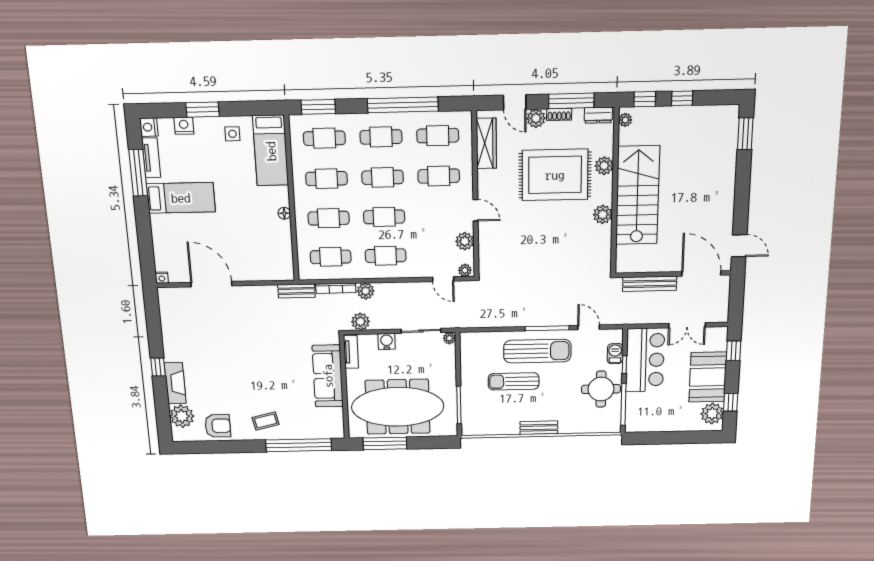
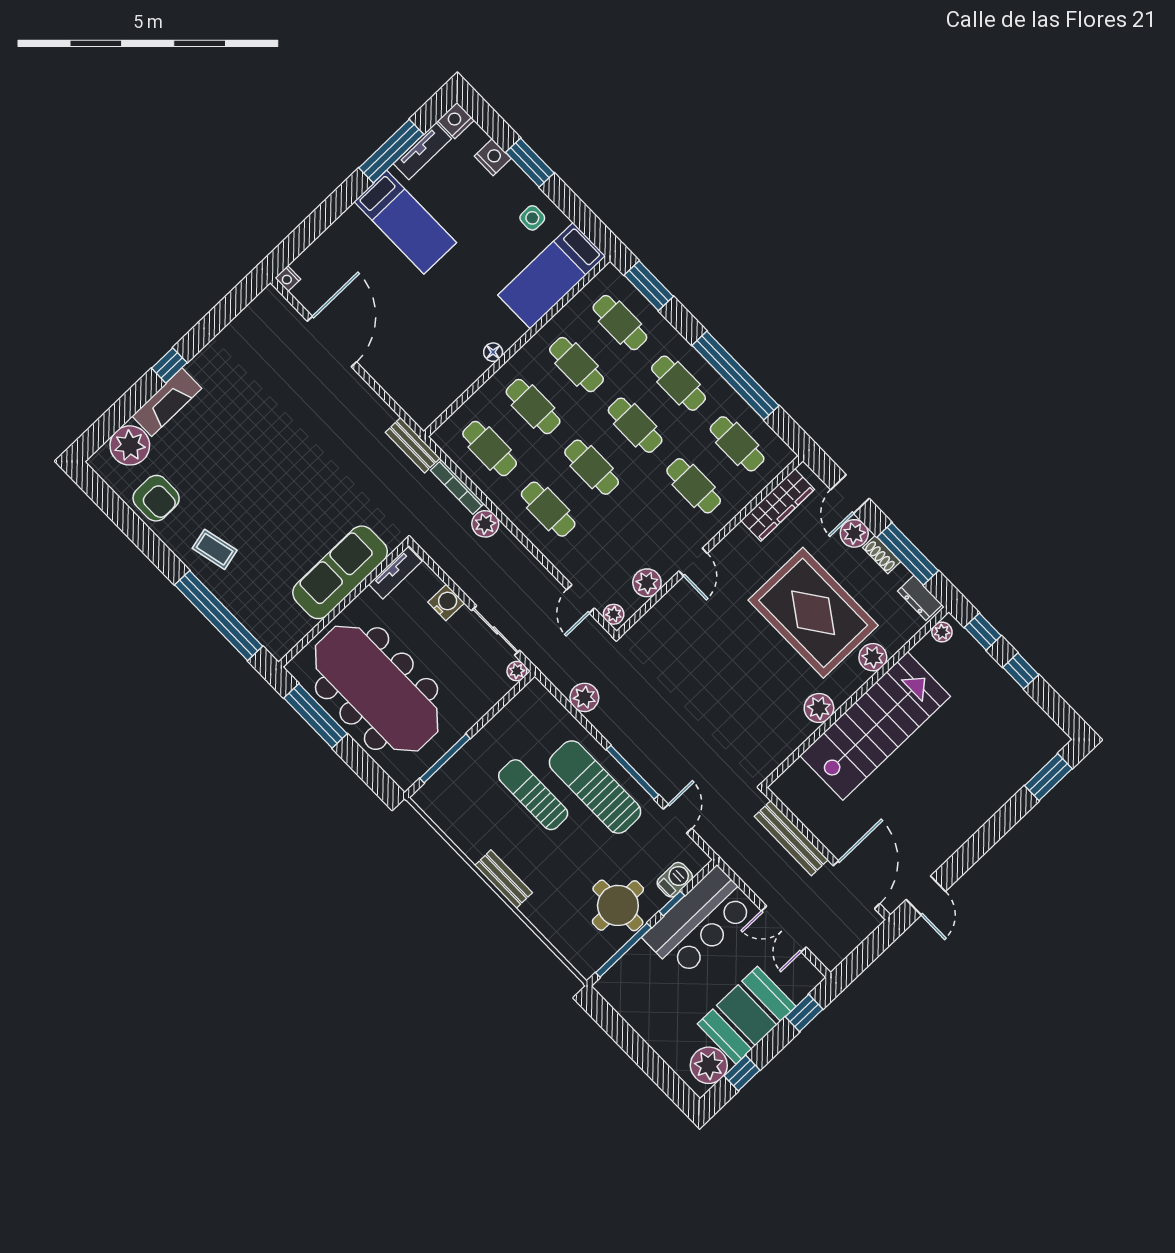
plant: (360, 322) -> (584, 697), moved
sun lounger: (537, 351) -> (595, 787), turned 180

